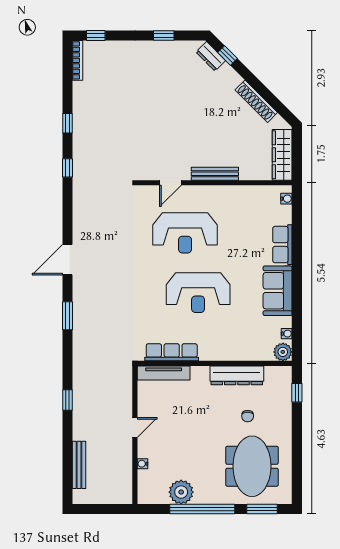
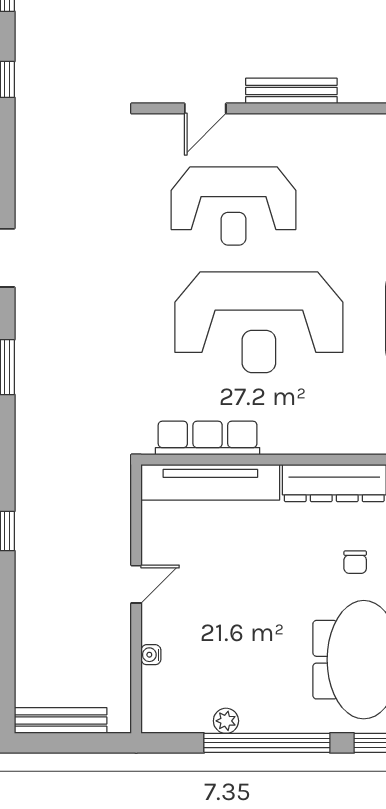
reception desk: (198, 293) -> (259, 322), width x1.36, depth x1.30
tv unit: (164, 373) -> (210, 482), width x1.36, depth x1.29
bench: (79, 465) -> (61, 720), moved, turned 90
plant: (181, 492) -> (226, 721), width x0.53, depth x0.53

